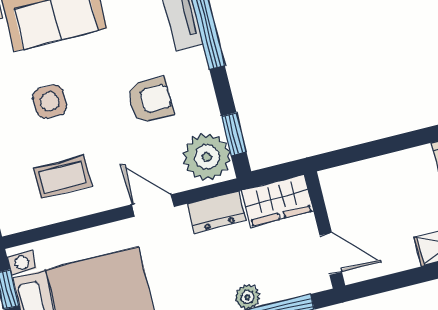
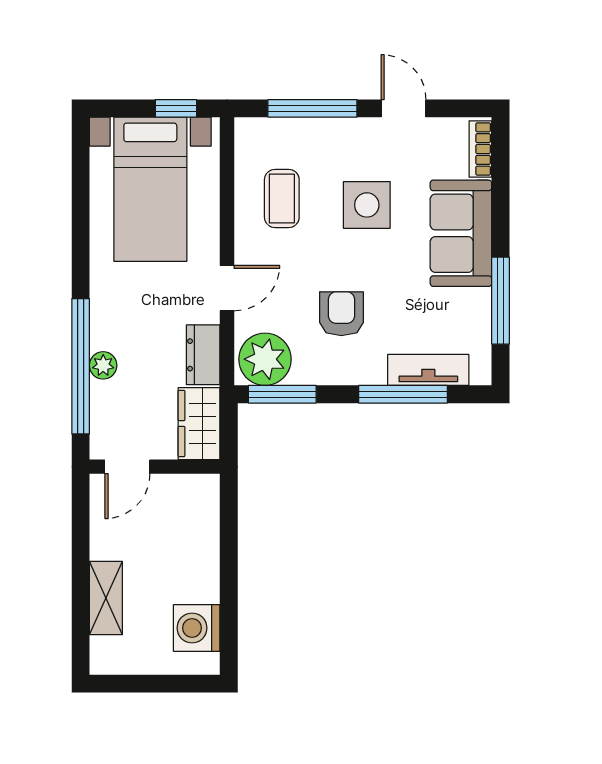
armchair: (150, 100) -> (341, 314), turned 180
side table: (50, 102) -> (367, 205), width x1.37, depth x1.37
window: (234, 134) -> (282, 394), width x1.50

